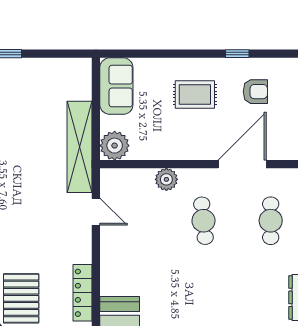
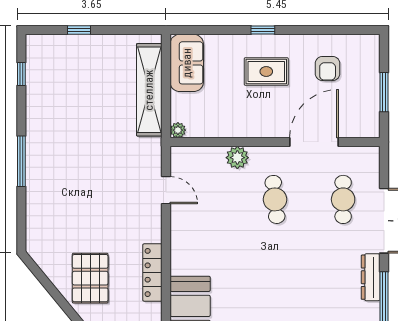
window: (237, 54) -> (263, 30), moved
armchair: (255, 92) -> (328, 69), turned 90
plant: (115, 146) -> (178, 130), width x0.53, depth x0.53
shelving: (79, 147) -> (149, 90), moved

